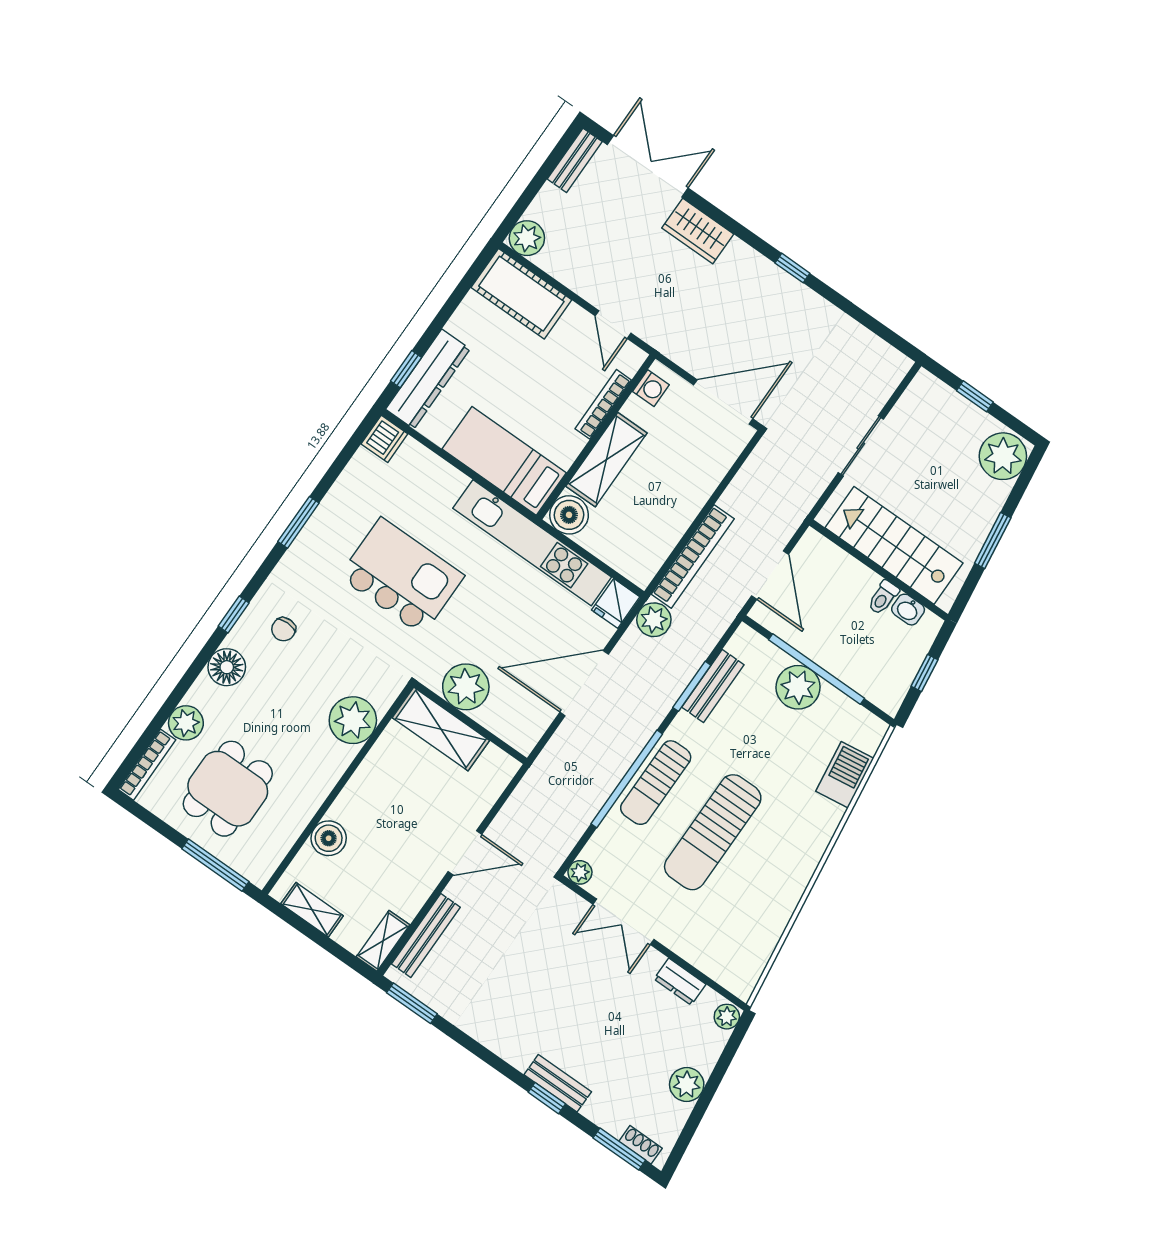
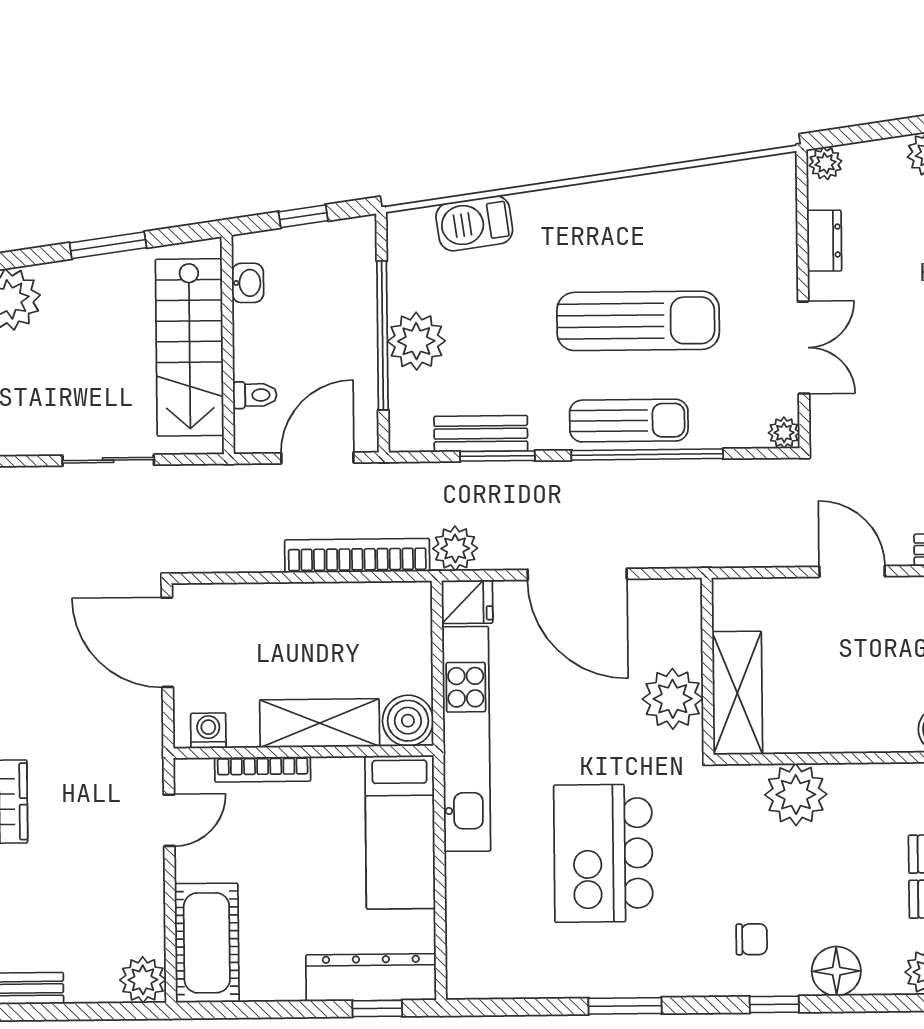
dishwasher: (384, 439) -> (469, 978), removed
toilet: (883, 597) -> (255, 395), moved

